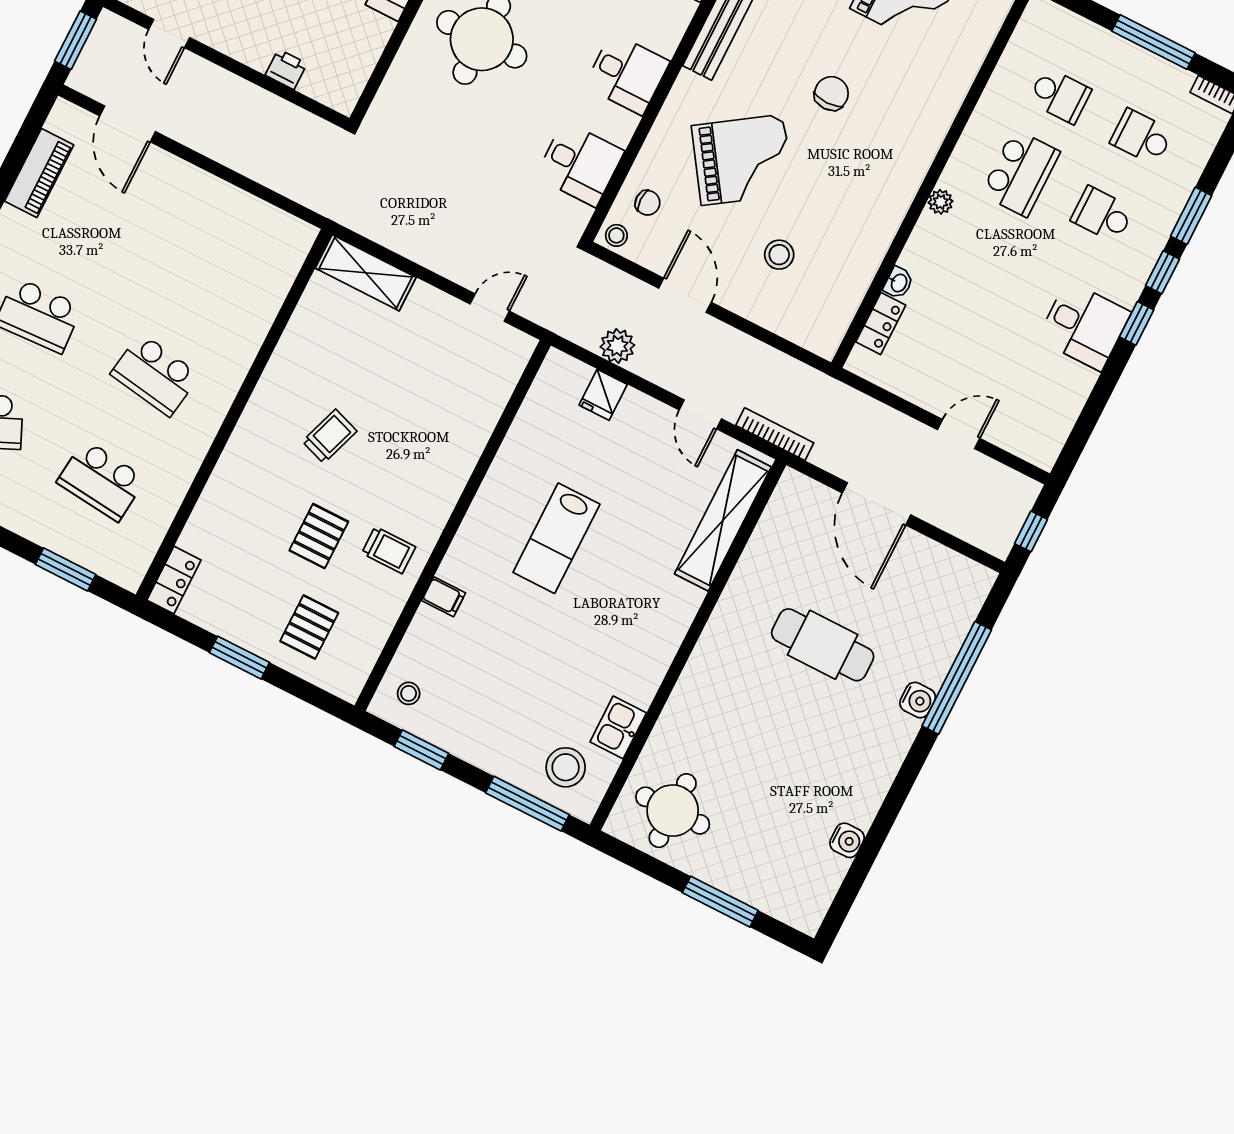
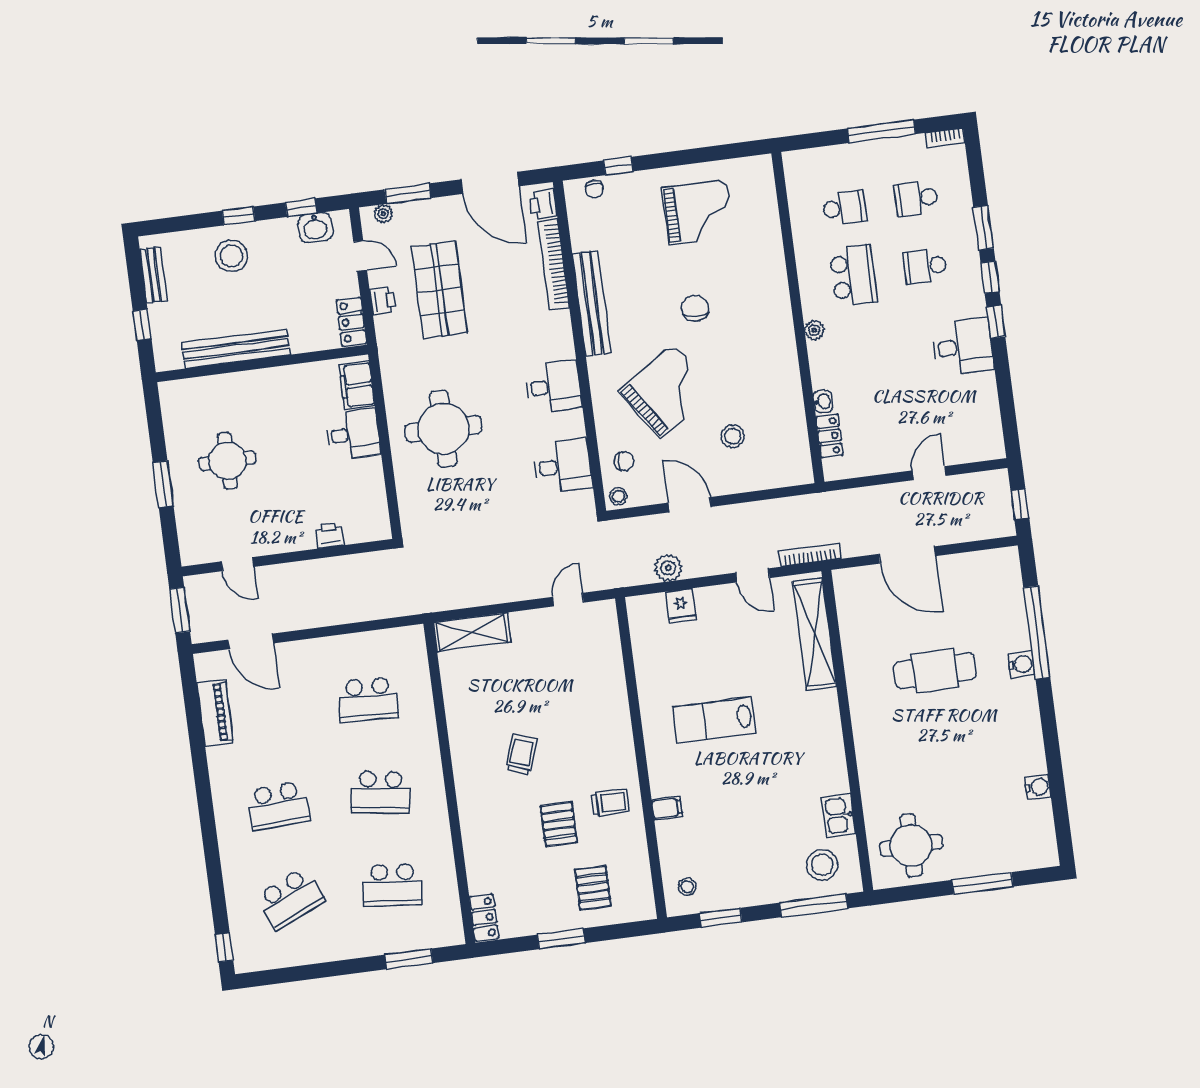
school desk: (209, 269) -> (368, 699), added
lab bench: (556, 538) -> (714, 720), turned 90

